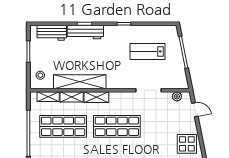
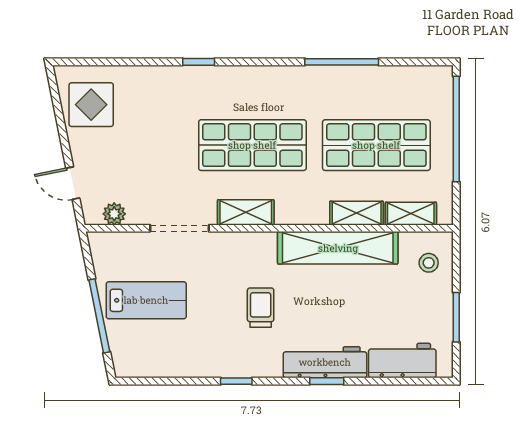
lab bench: (148, 51) -> (146, 300), moved
trolley: (113, 56) -> (261, 308), added
shelving: (96, 97) -> (246, 212), moved

